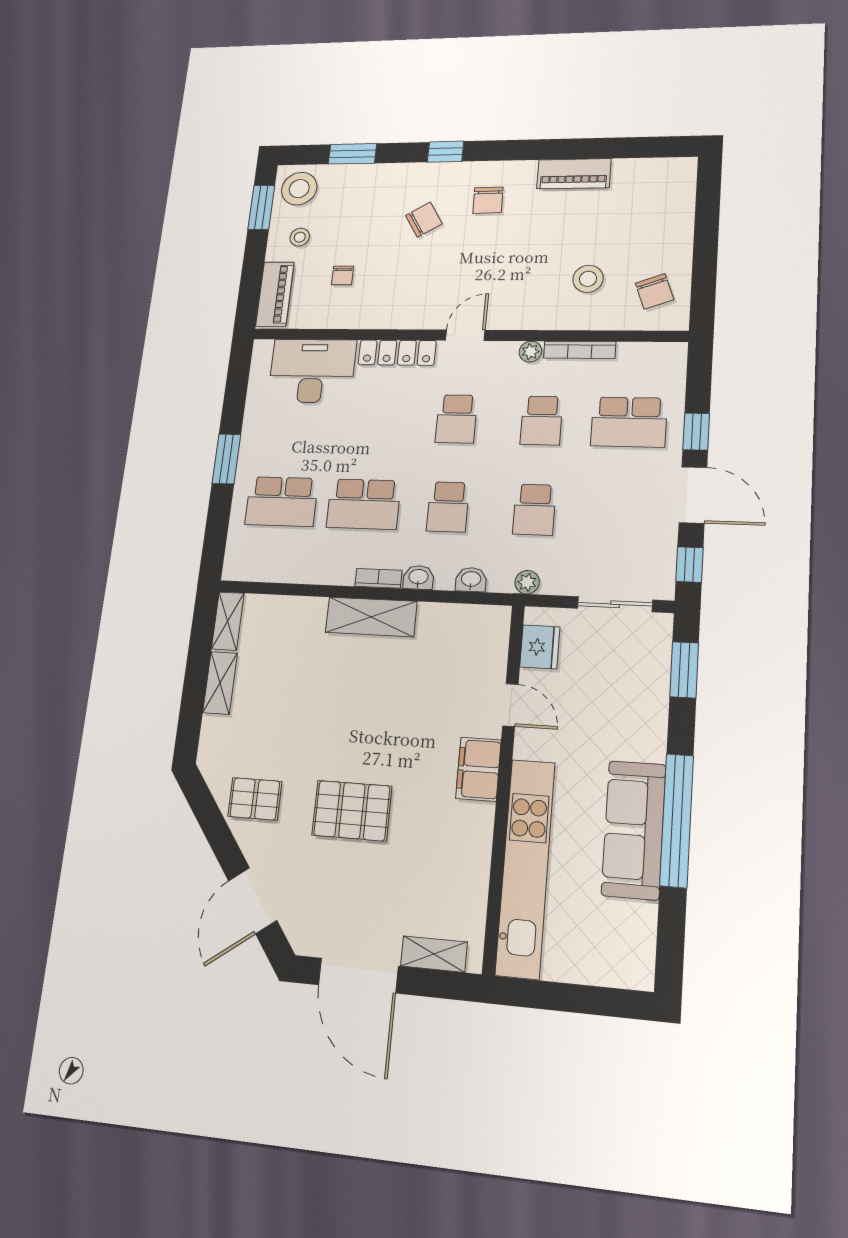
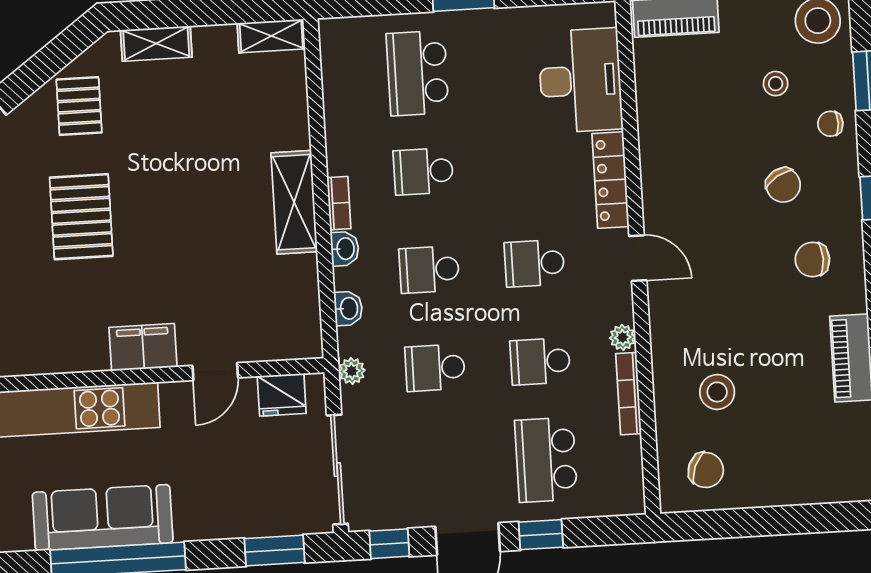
stool: (300, 237) -> (776, 84), moved
chair: (343, 275) -> (830, 124), moved
chair: (655, 291) -> (706, 470), turned -138
school desk: (364, 504) -> (423, 171), width x0.54
sliding door: (615, 604) -> (337, 470), width x1.37
shelving: (220, 683) -> (156, 44), moved

